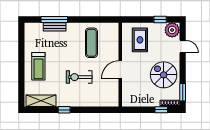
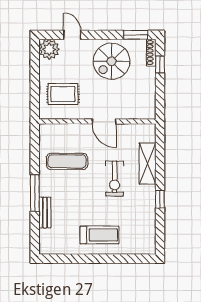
window: (54, 20) -> (35, 193), moved
window: (160, 20) -> (35, 66), removed
door: (183, 46) -> (72, 35), hinge flipped
shelving: (41, 101) -> (148, 164), moved

